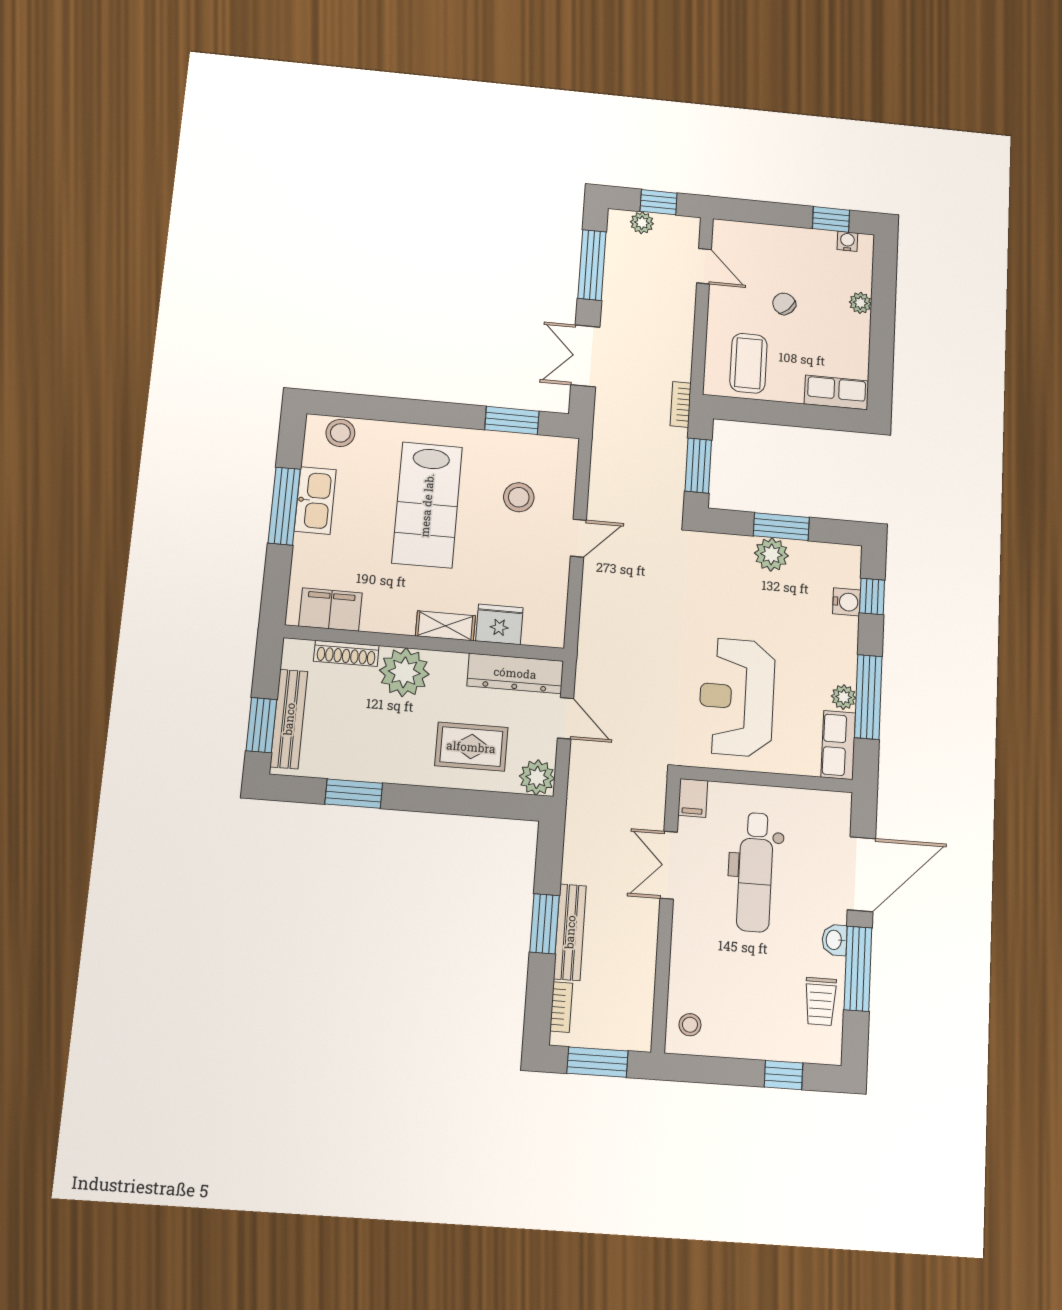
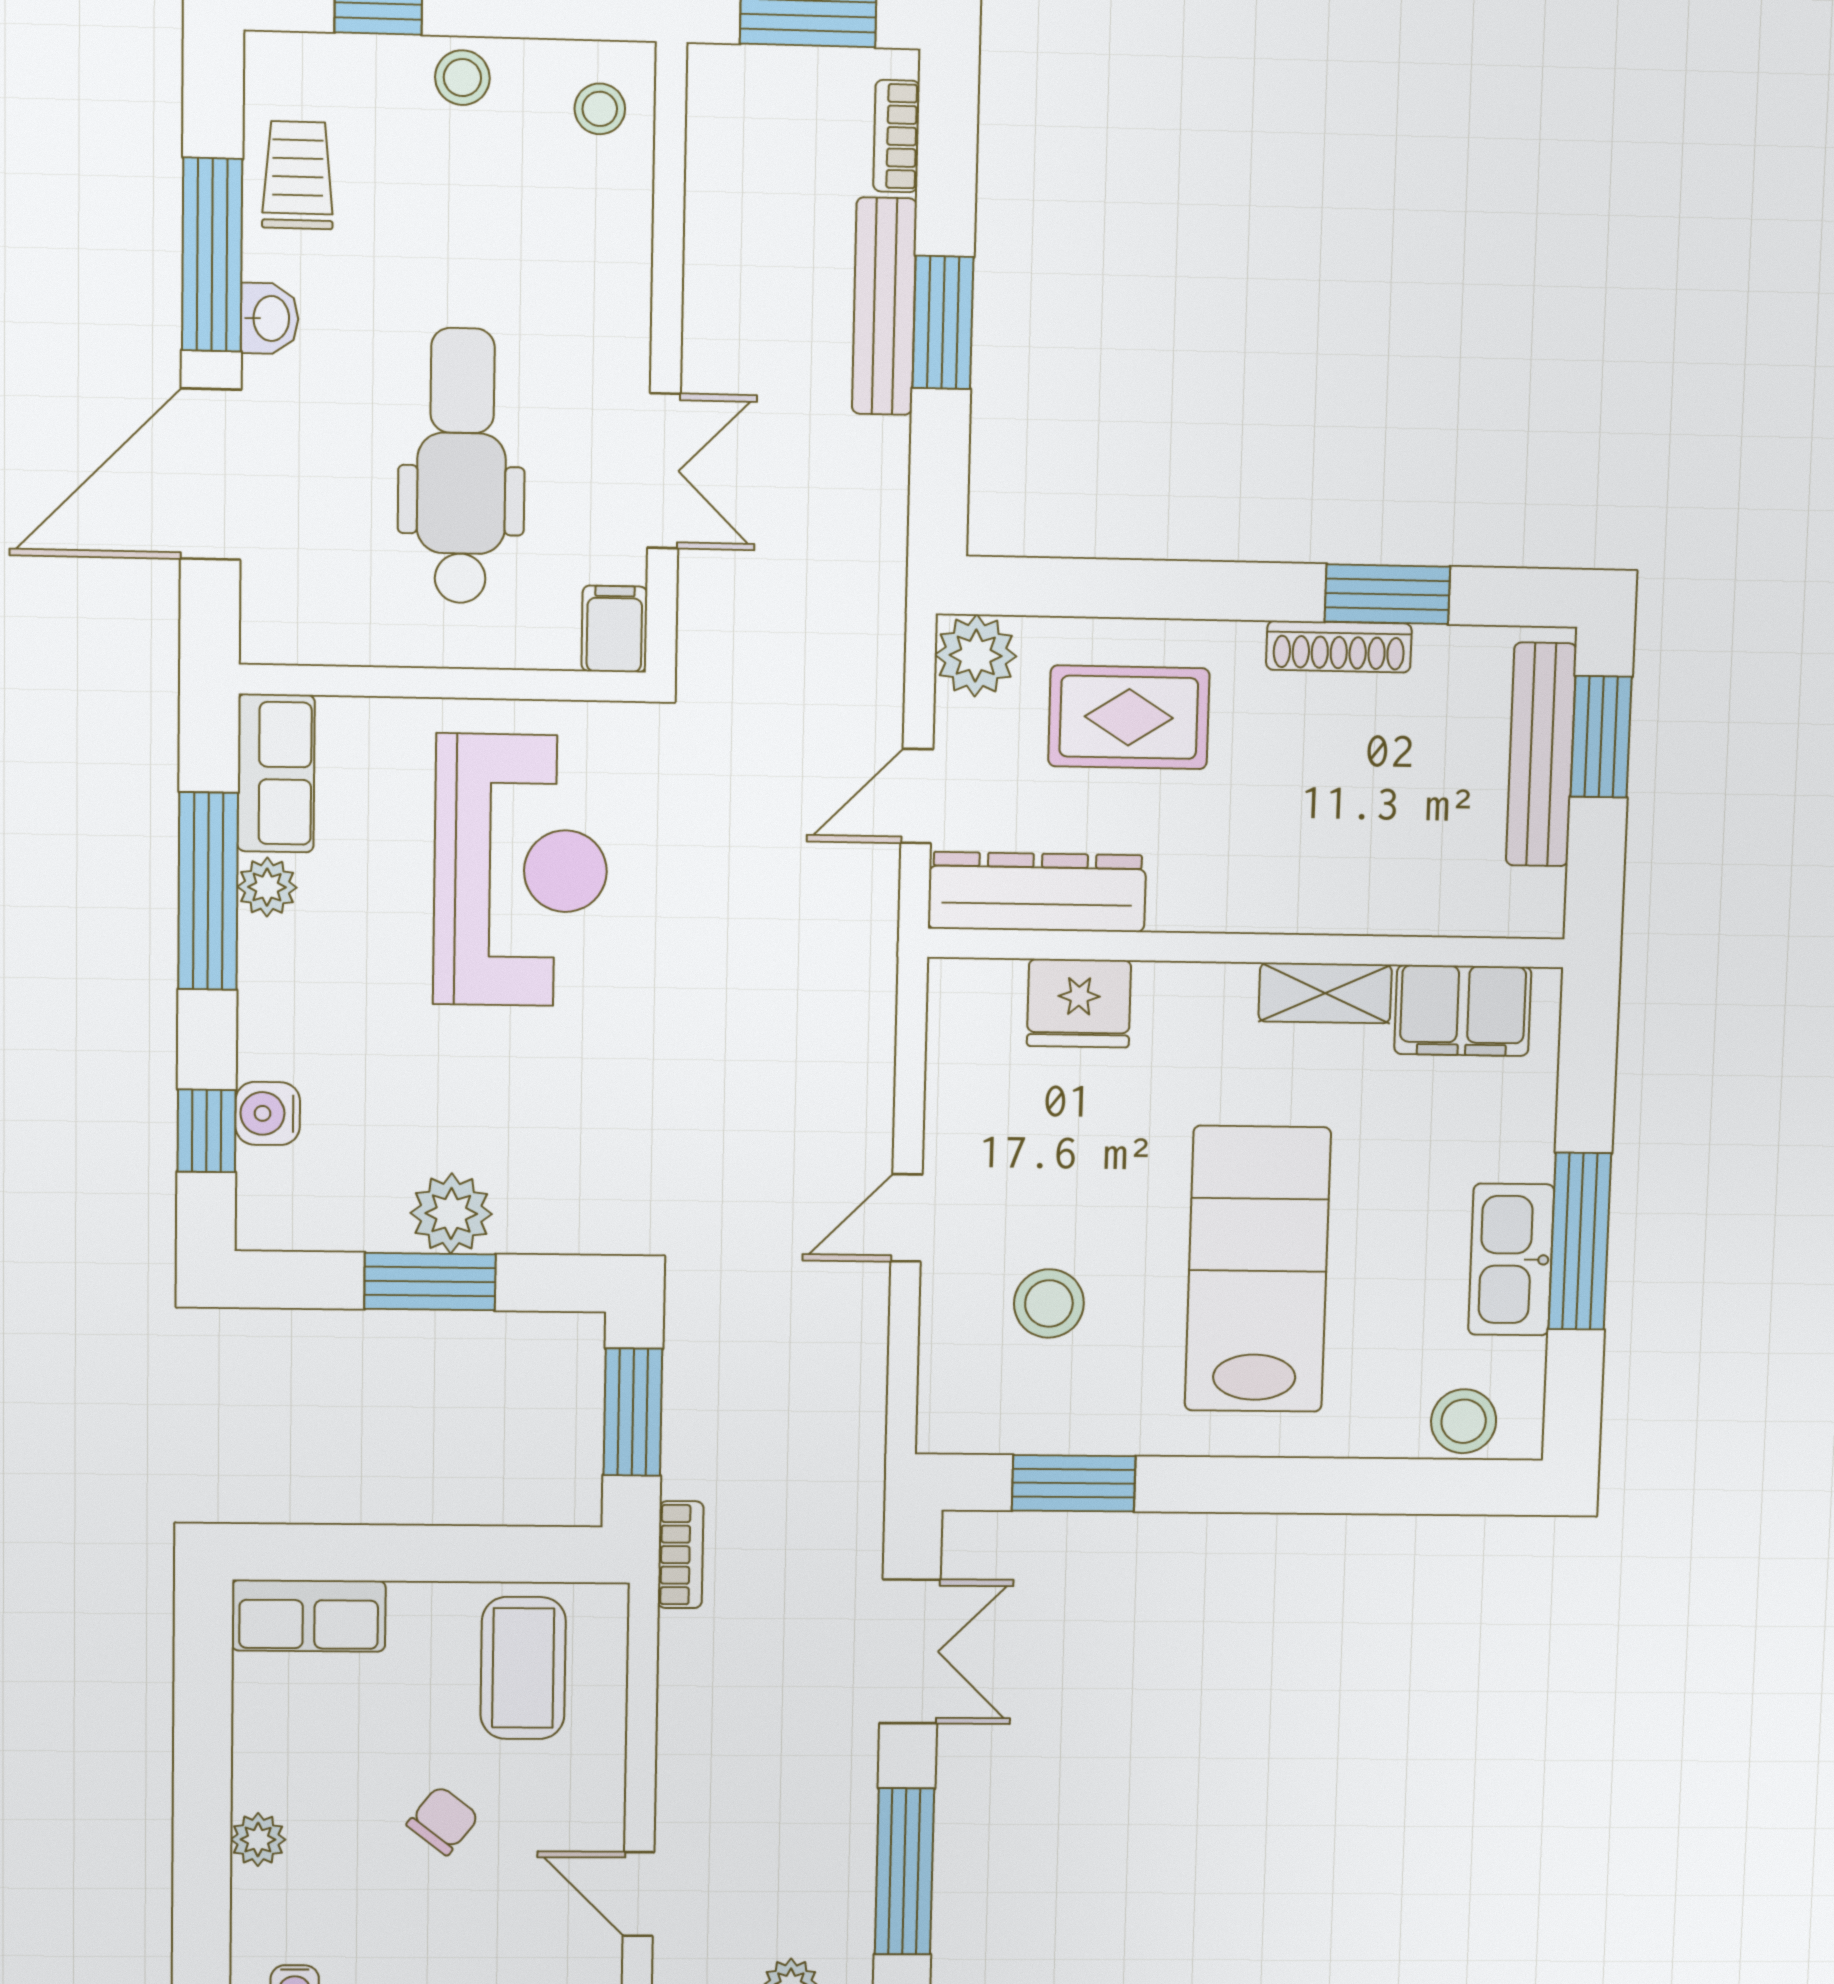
chair: (784, 304) -> (443, 1821), turned -98
shelving: (445, 626) -> (1325, 993), moved
shoe rack: (346, 653) -> (1339, 647), moved, turned 180
plant: (404, 672) -> (1289, 878), removed
door: (566, 718) -> (917, 796), hinge flipped
stool: (749, 1041) -> (462, 78), added

